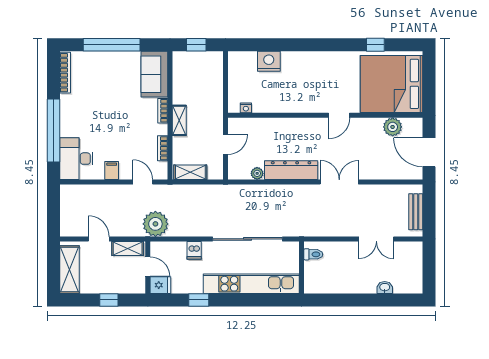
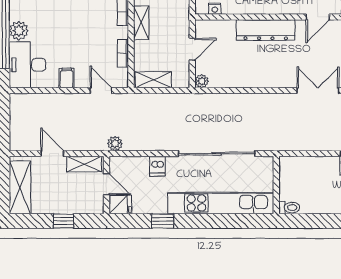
plant: (69, 128) -> (19, 31), added
dresser: (291, 170) -> (266, 30), moved, turned 180
plant: (257, 173) -> (202, 81), moved
plant: (155, 224) -> (115, 143), width x0.53, depth x0.53
toilet: (313, 254) -> (289, 208), moved

